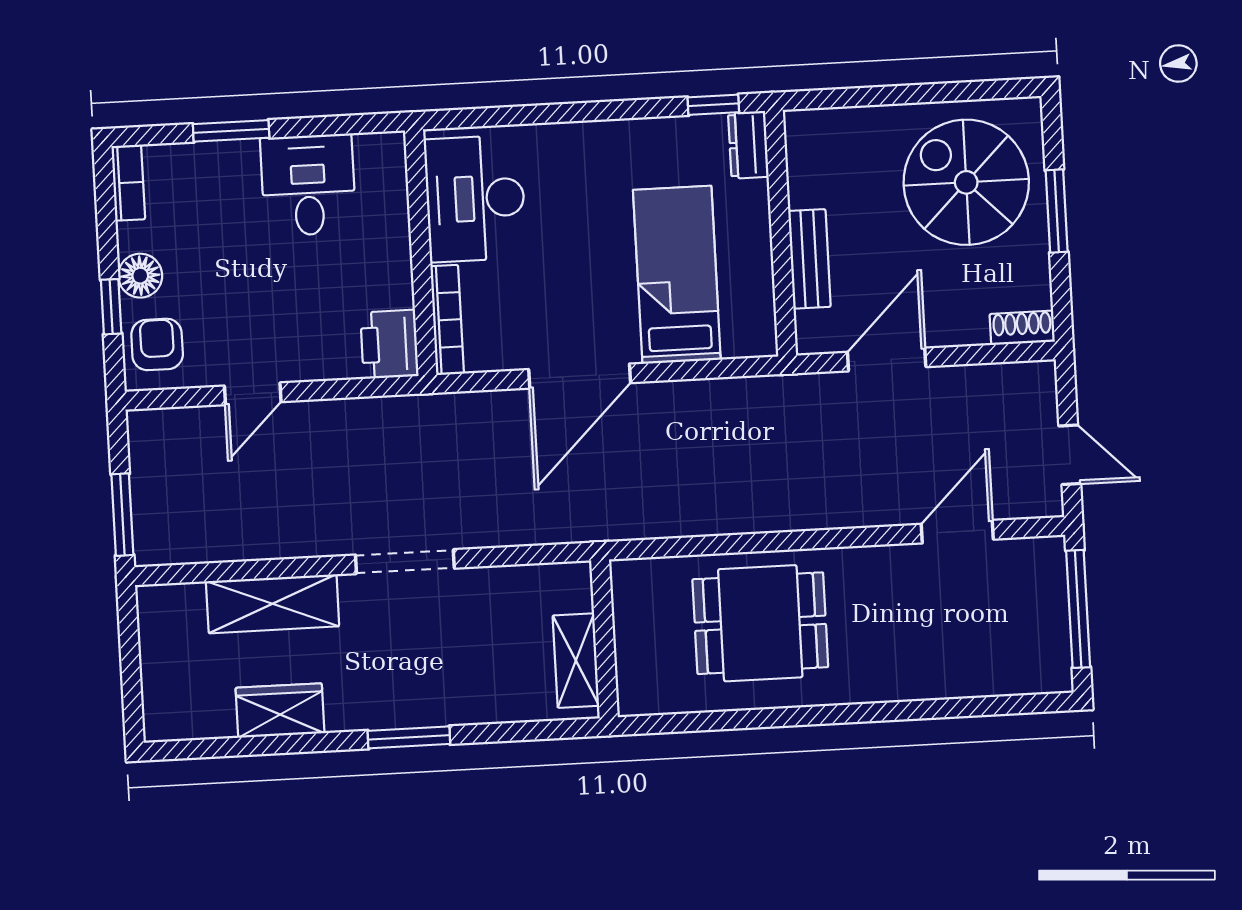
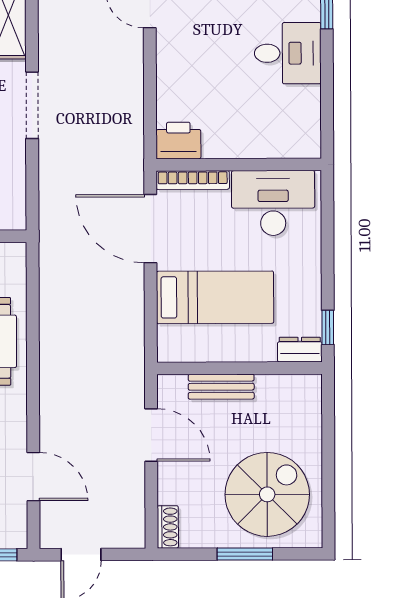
desk: (475, 199) -> (273, 203), moved
wall: (421, 253) -> (239, 165), moved
bookcase: (447, 320) -> (193, 180), moved
printer: (389, 344) -> (178, 141), moved

